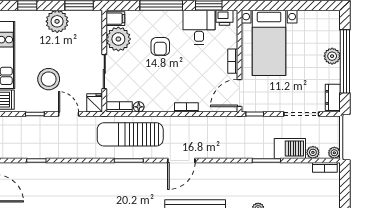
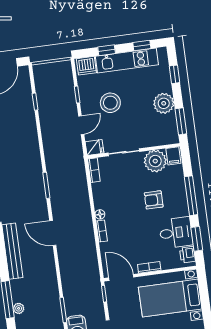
floor lamp: (139, 107) -> (100, 214), moved
sun lounger: (130, 134) -> (70, 183), removed

